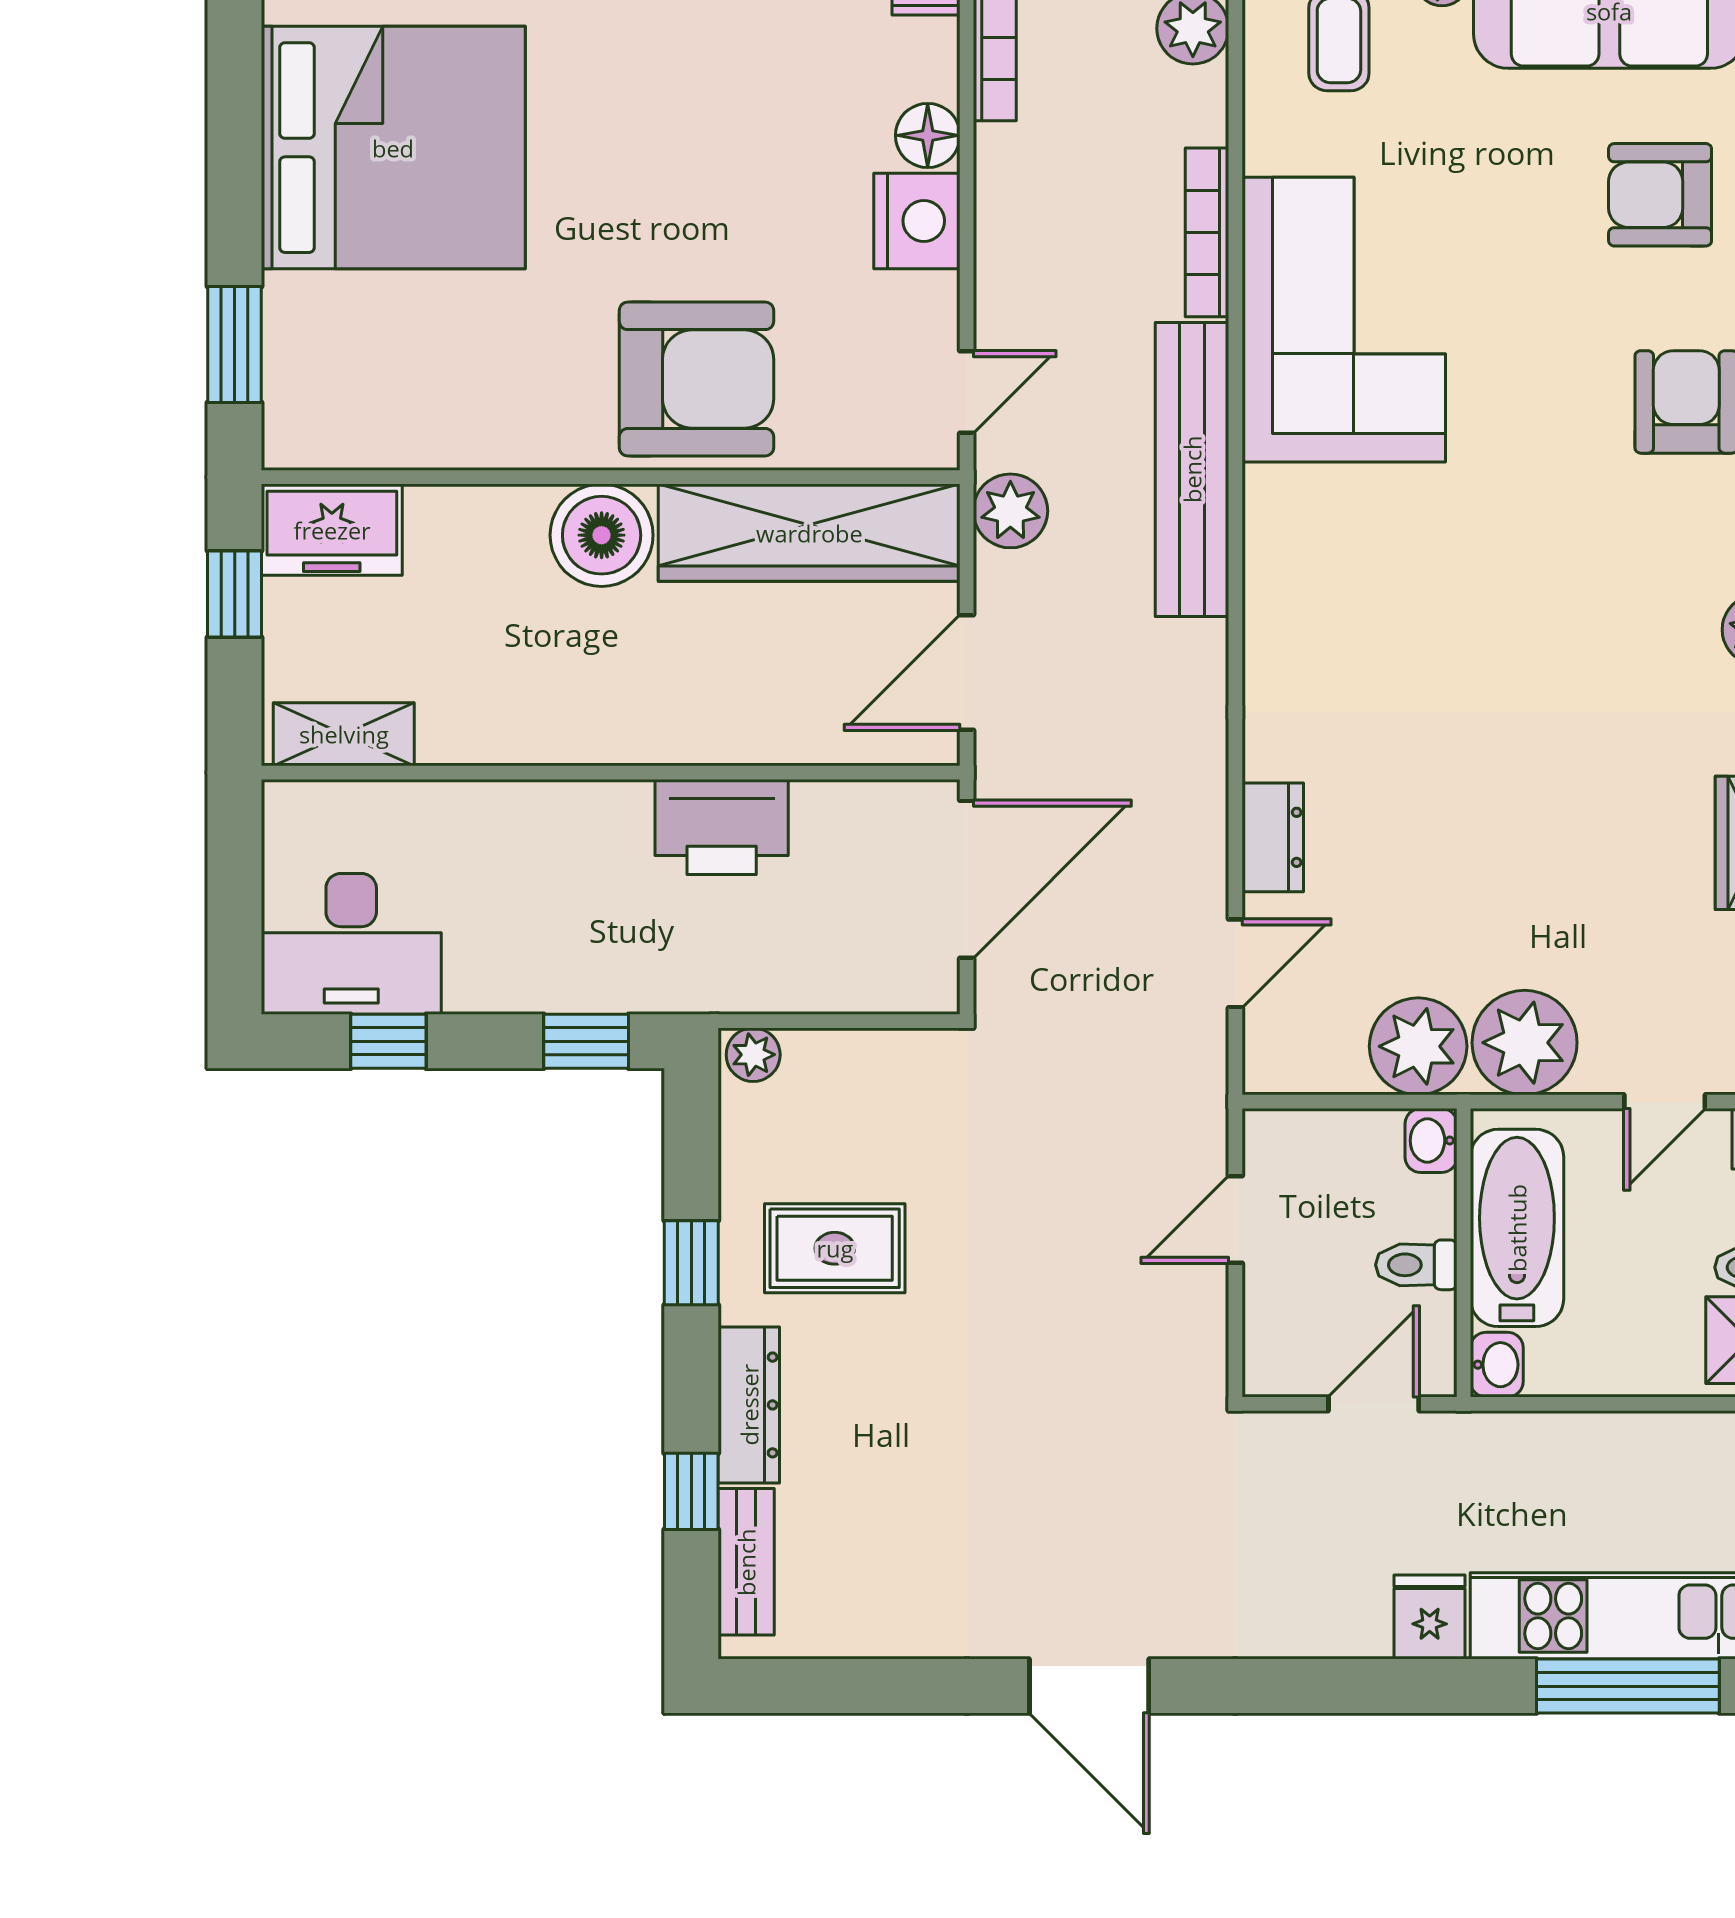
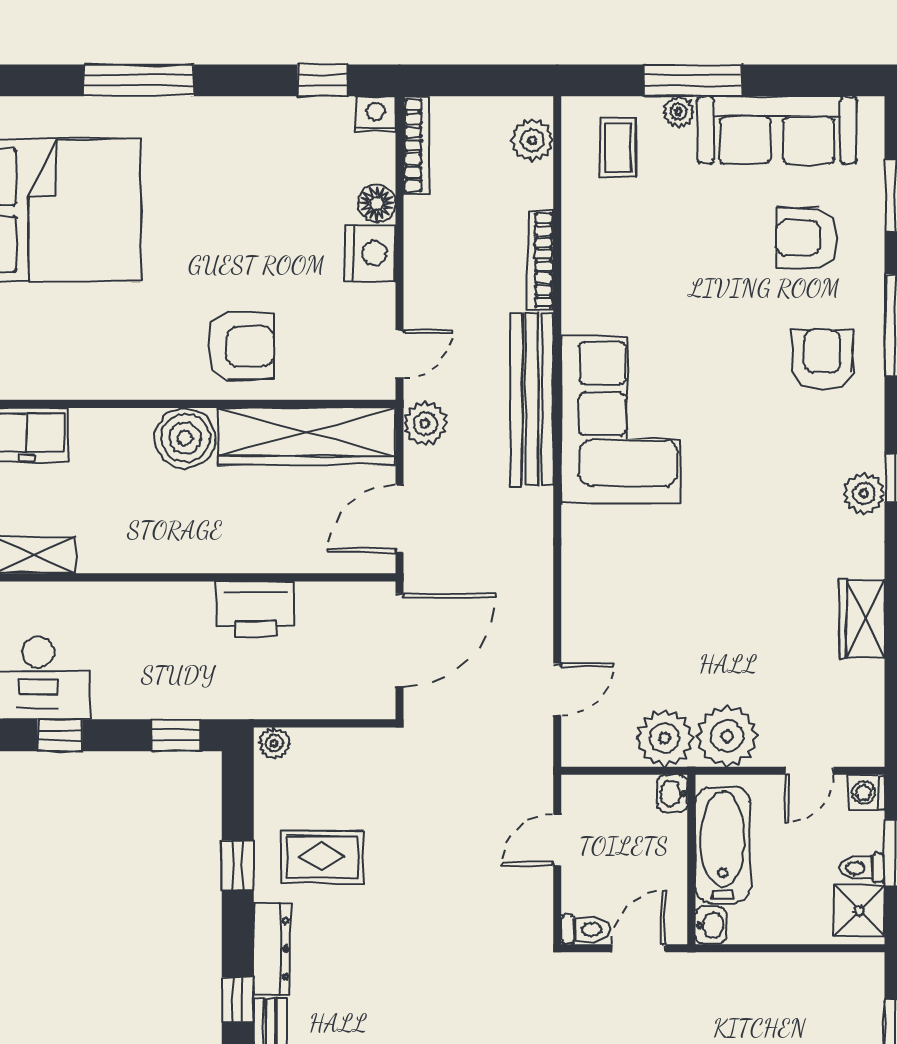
corner sofa: (1344, 320) -> (621, 420), moved
armchair: (696, 379) -> (241, 346), width x0.73, depth x0.73
dresser: (1273, 837) -> (579, 615), removed
toilet: (1416, 1265) -> (585, 930), moved, turned 180

